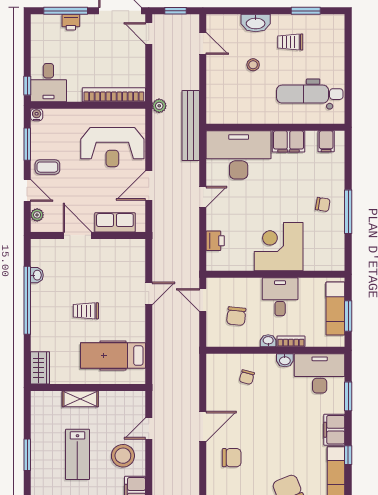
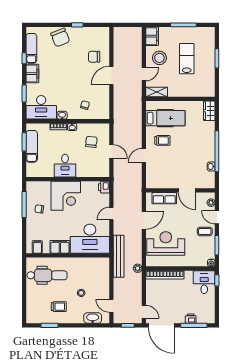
washbasin: (256, 23) -> (93, 318), moved
corner desk: (279, 247) -> (66, 196), moved
wall: (275, 274) -> (68, 179), moved
desk: (280, 297) -> (65, 166), moved
trolley: (86, 311) -> (162, 140), moved
shelving: (80, 399) -> (157, 92), moved

